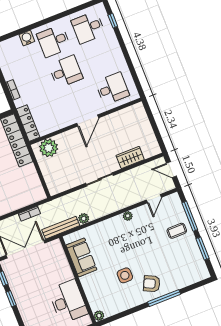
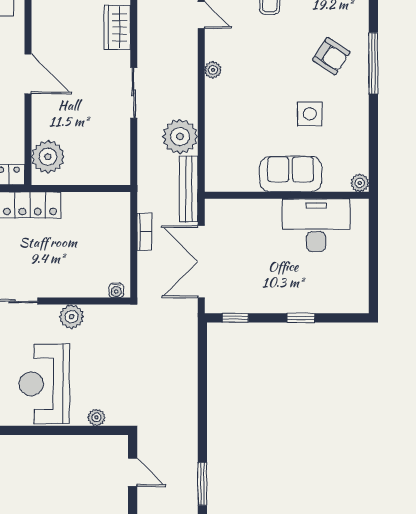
plant: (84, 218) -> (180, 137), width x1.87, depth x1.87
sofa: (81, 257) -> (291, 174), moved
armchair: (152, 284) -> (331, 56), moved, turned -83
window: (11, 299) -> (301, 318), moved

